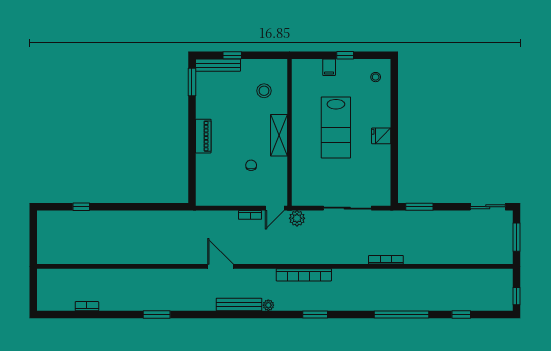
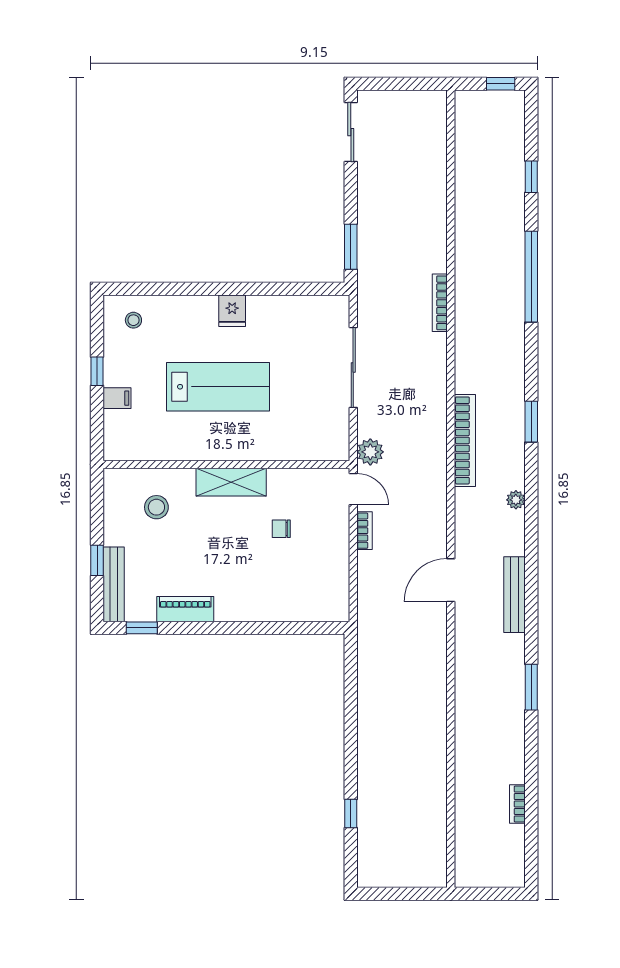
window: (192, 82) -> (142, 628), width x0.67
piano: (203, 136) -> (185, 609), moved
window: (517, 237) -> (402, 84), removed
bench: (239, 304) -> (515, 595), moved

